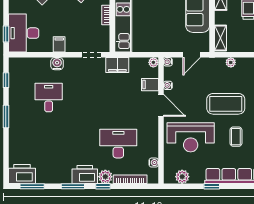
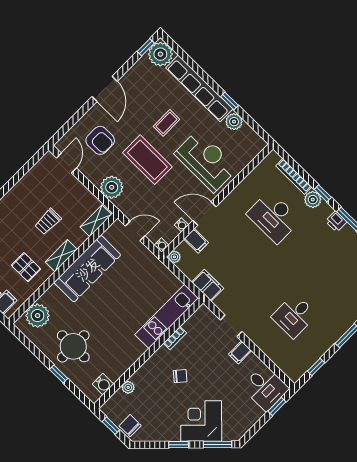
desk: (24, 33) -> (265, 388), width x0.73
doorway: (92, 55) -> (231, 326), moved
plant: (231, 62) -> (112, 187), width x1.88, depth x1.88
water cooler: (57, 64) -> (258, 338), removed
door: (161, 105) -> (204, 214), hinge flipped
water cooler: (154, 163) -> (259, 171), removed
printer: (85, 174) -> (336, 221), width x0.53, depth x0.68
plant: (182, 177) -> (234, 122), moved

